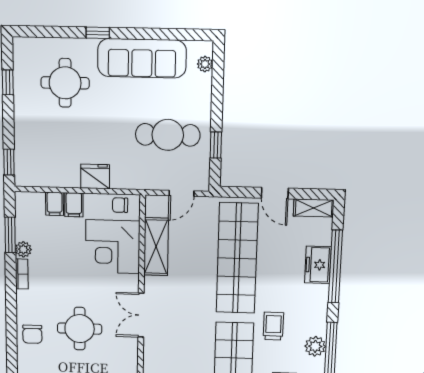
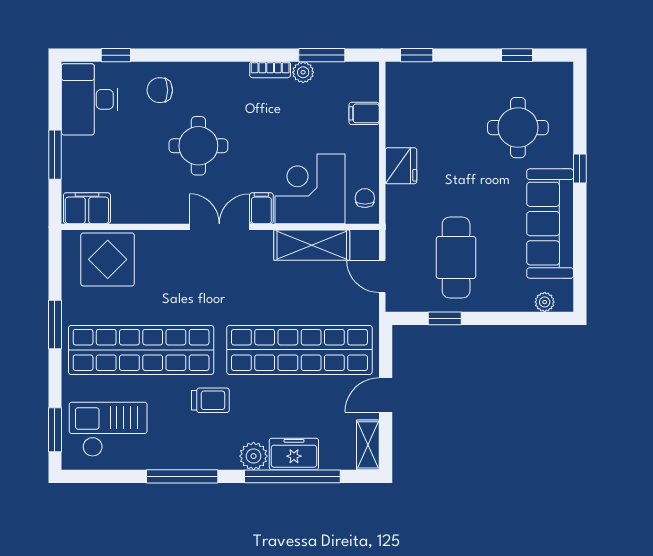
filing cabinet: (74, 205) -> (261, 208), moved, turned 90
chair: (32, 334) -> (160, 90), moved
plant: (315, 346) -> (254, 456), moved

